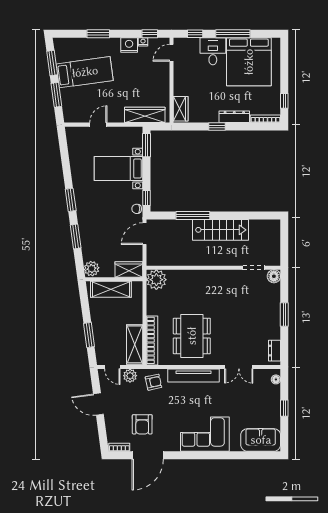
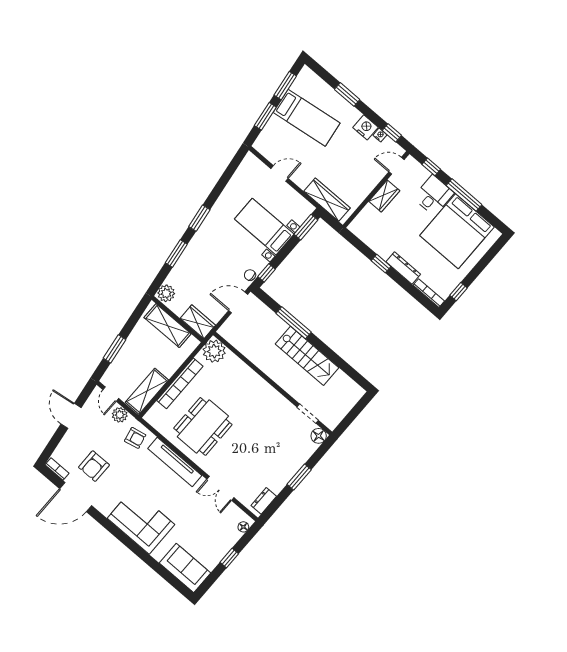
wardrobe: (181, 109) -> (384, 196), moved
bookcase: (152, 340) -> (180, 383), moved

